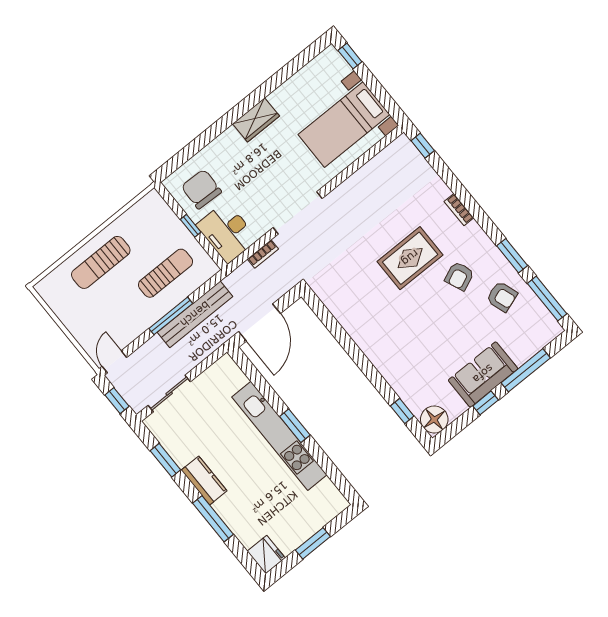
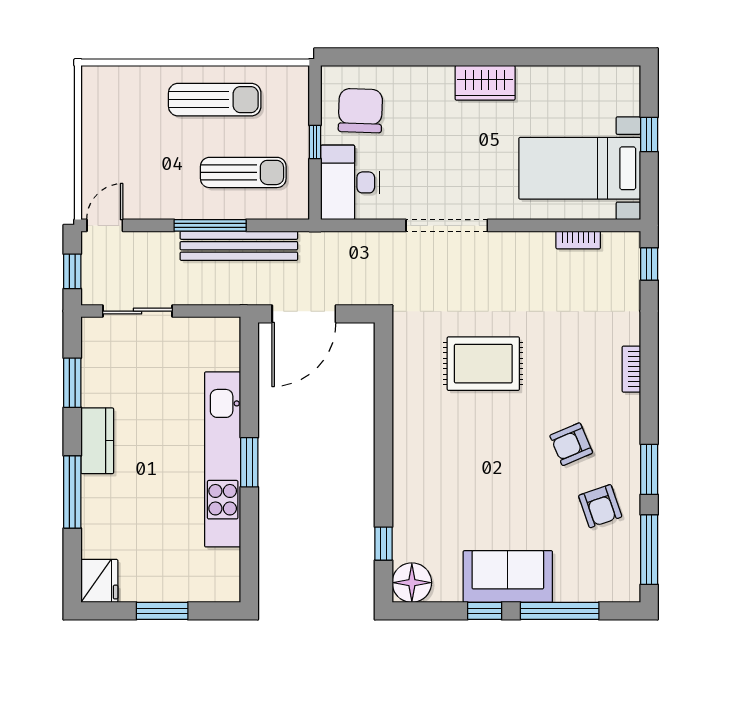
window: (350, 56) -> (649, 135), moved
bookcase: (263, 254) -> (578, 240), moved
rug: (410, 258) -> (483, 364), moved
sun lounger: (101, 262) -> (215, 100), moved, turned 180

